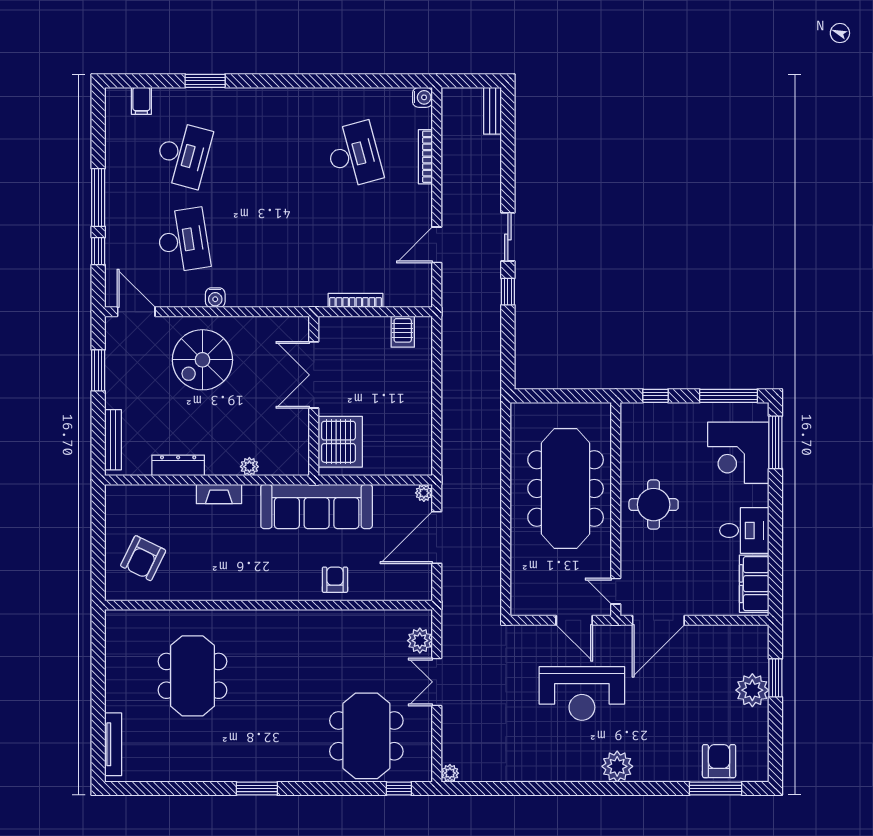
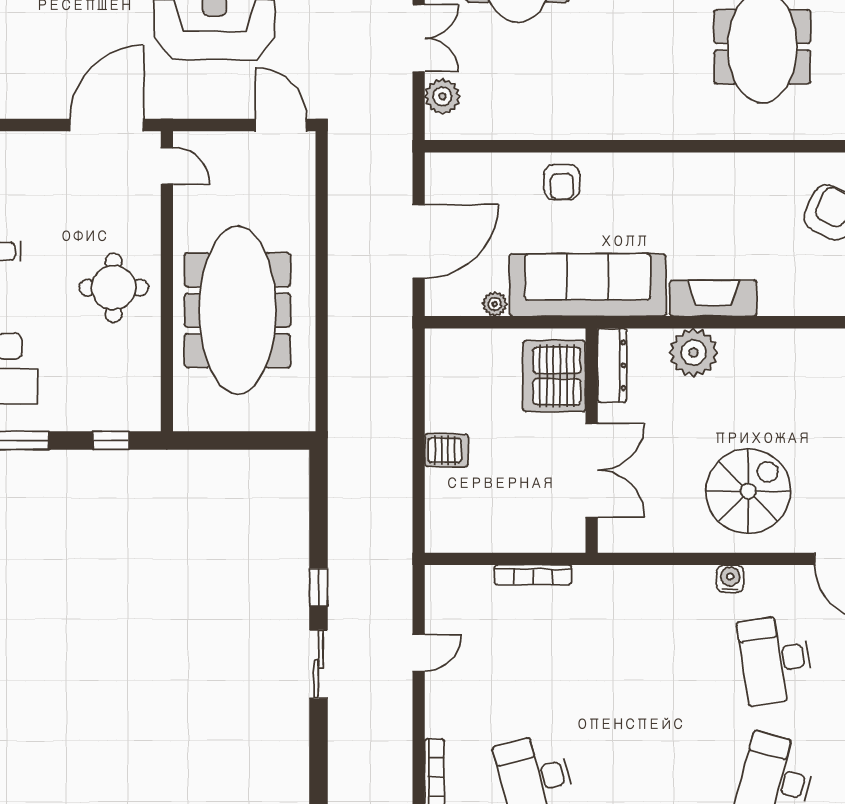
door: (437, 245) -> (419, 653), width x0.73
server rack: (403, 332) -> (447, 450), moved, turned 90
dresser: (178, 465) -> (612, 365), moved, turned -90
plant: (249, 467) -> (694, 353), width x1.88, depth x1.88
plant: (424, 493) -> (495, 304), moved
fireplace: (219, 494) -> (713, 298), width x1.37, depth x1.32
door: (574, 620) -> (281, 125), moved

